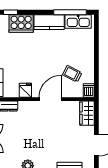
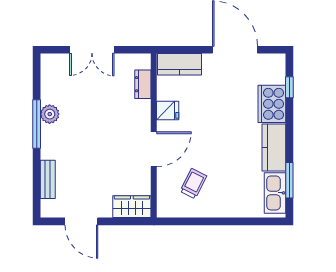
window: (70, 12) -> (289, 180), width x0.69
dishwasher: (89, 90) -> (167, 209), removed
door: (50, 99) -> (154, 149), hinge flipped

